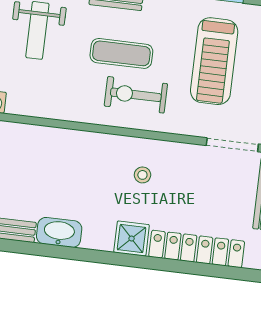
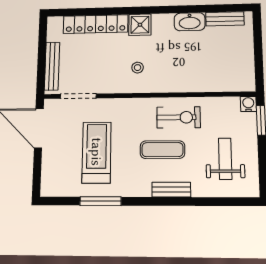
exercise bike: (136, 95) -> (179, 117), moved

